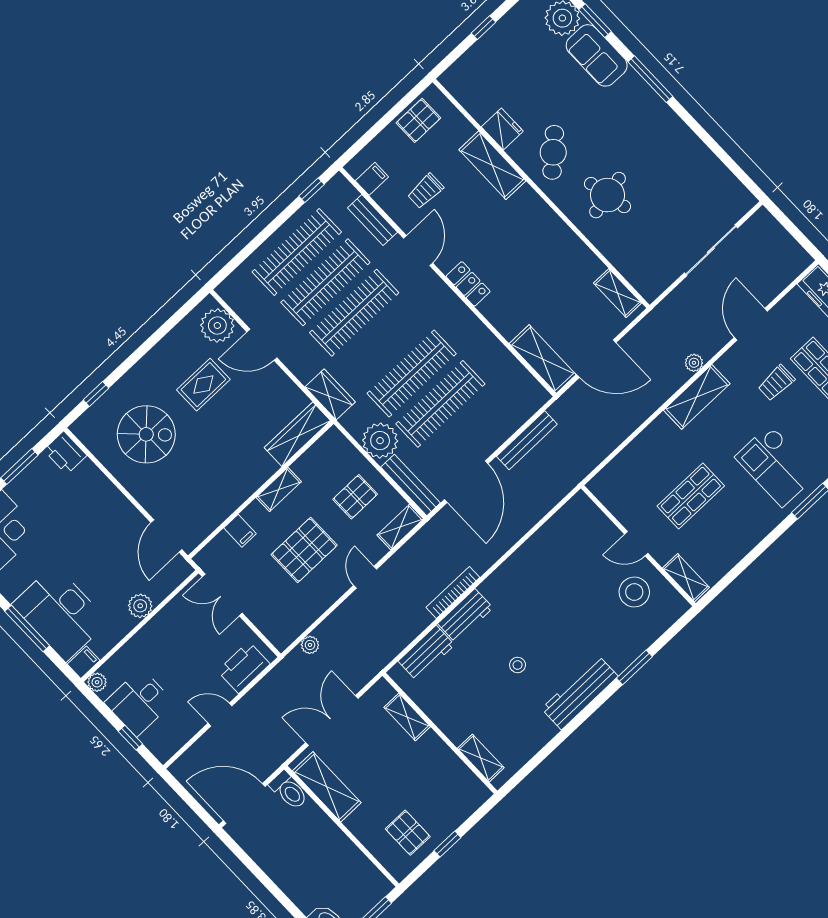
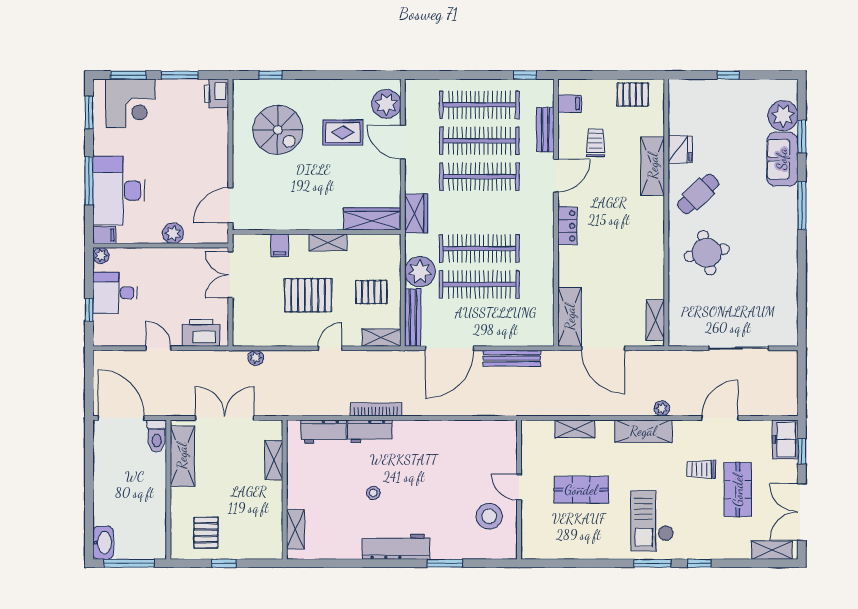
trolley: (425, 191) -> (596, 143), turned 90
shelving: (686, 578) -> (575, 429), moved, turned 90

